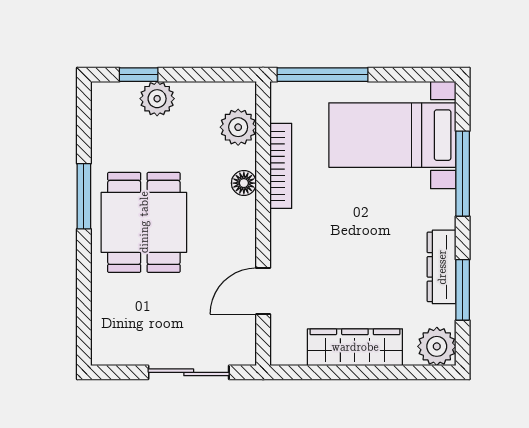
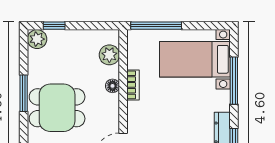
plant: (157, 99) -> (37, 39), moved
bookcase: (281, 166) -> (133, 85), width x0.64
dining table: (144, 222) -> (57, 108), turned 90

